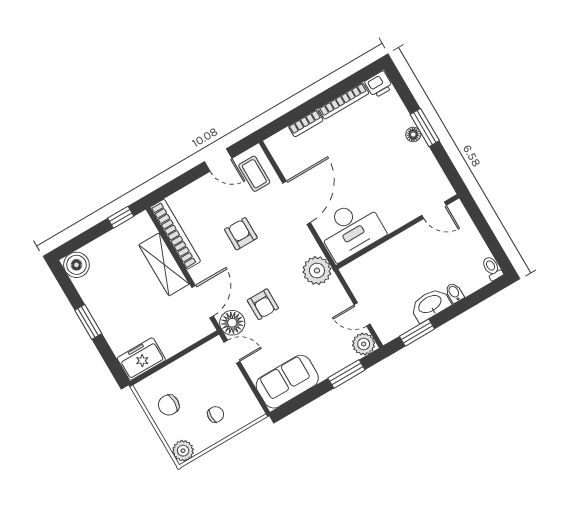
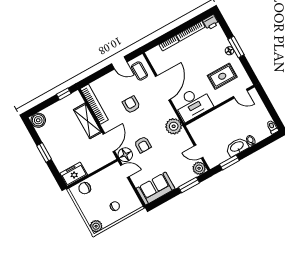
rug: (401, 180) -> (222, 76), added
chair: (169, 405) -> (85, 188), moved

